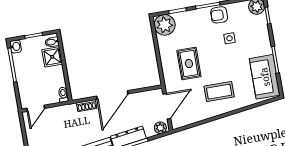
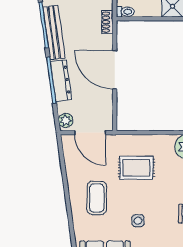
side table: (229, 38) -> (138, 221), moved
shoe rack: (87, 106) -> (107, 22), moved

